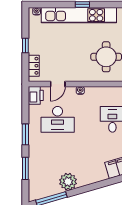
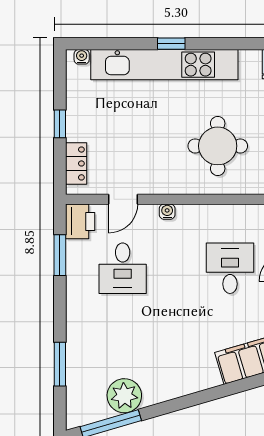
desk: (58, 119) -> (123, 268), width x0.73
window: (25, 134) -> (60, 255), moved
plant: (68, 182) -> (124, 396), moved

